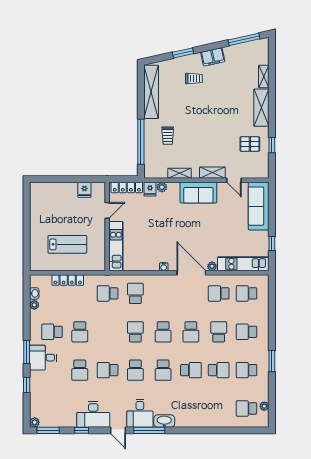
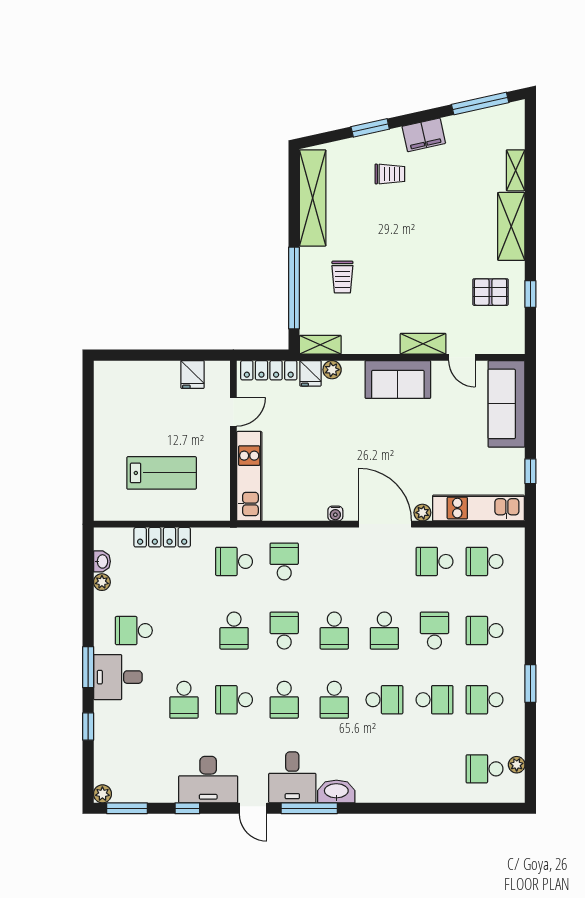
shelving: (179, 173) -> (320, 345), moved
school desk: (80, 332) -> (234, 631), moved

